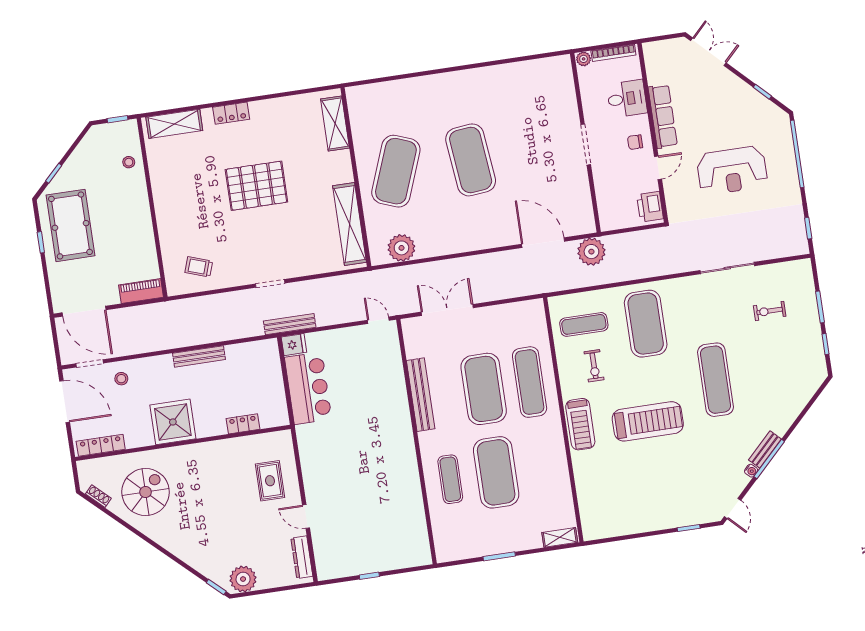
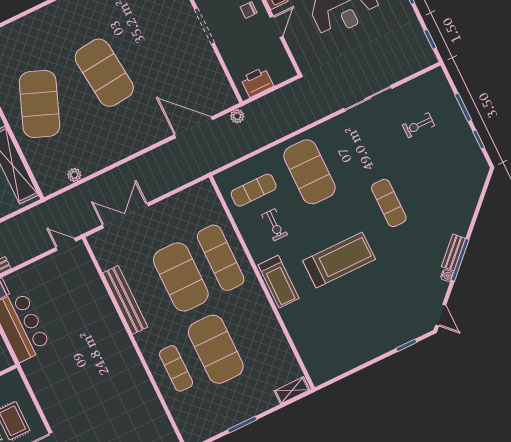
printer: (650, 207) -> (257, 82), moved, turned 90
plant: (401, 248) -> (74, 175), width x0.53, depth x0.53
plant: (591, 252) -> (237, 116), width x0.53, depth x0.53
exercise mat: (715, 380) -> (389, 203), width x0.73, depth x0.69

